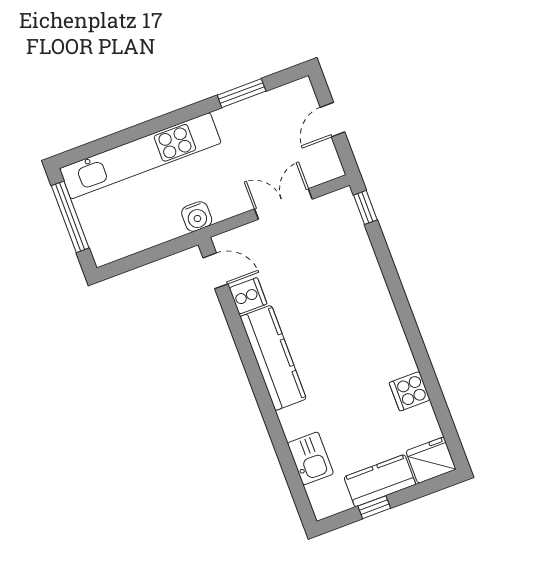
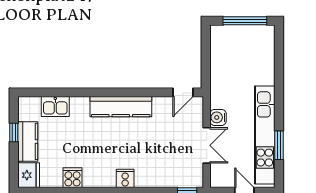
kitchen unit: (140, 156) -> (265, 135), moved
water cooler: (197, 217) -> (218, 117), moved
cooker: (248, 296) -> (125, 178), moved, turned 180

